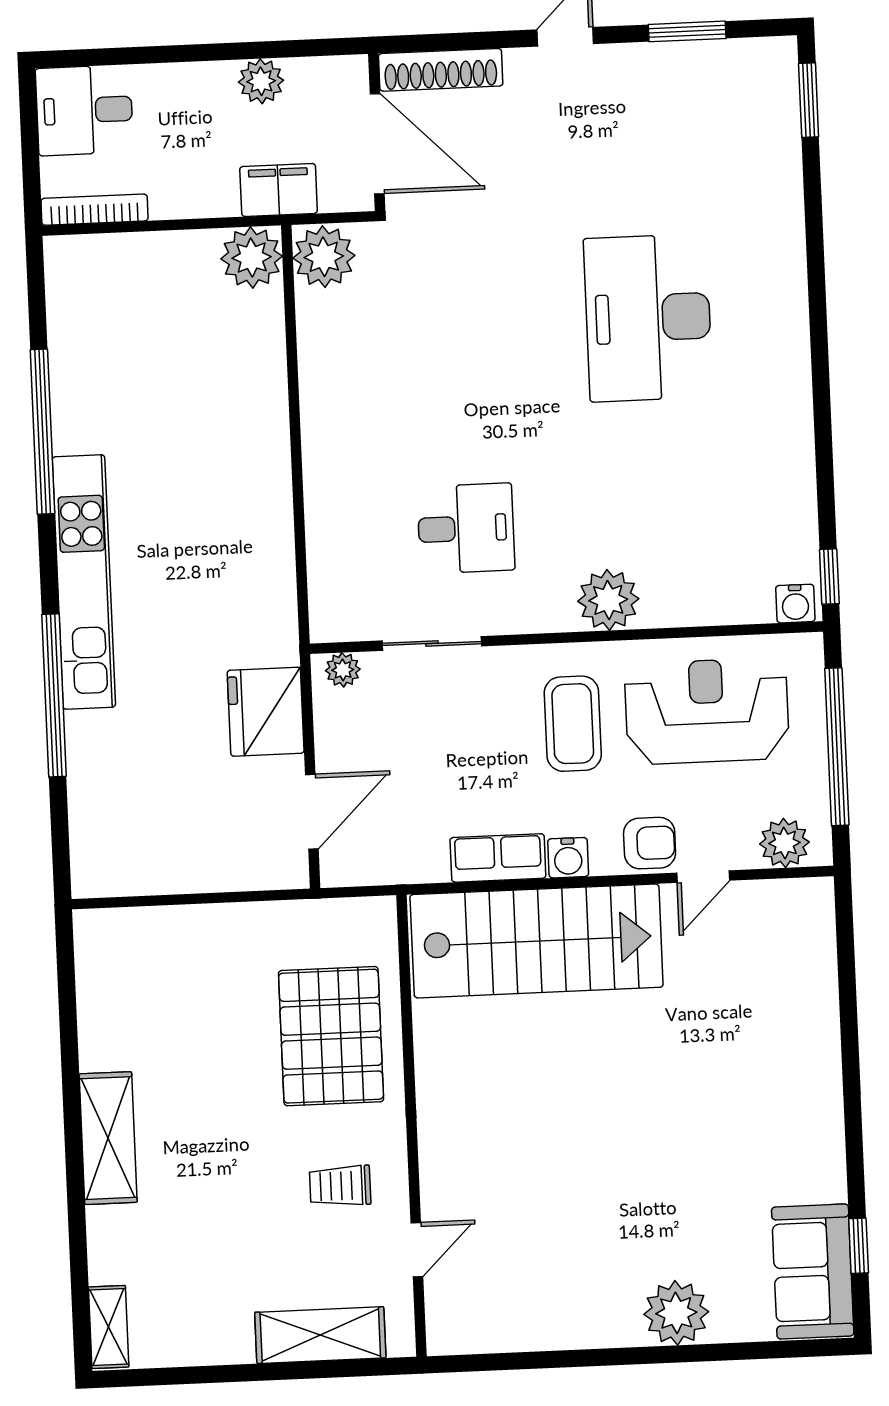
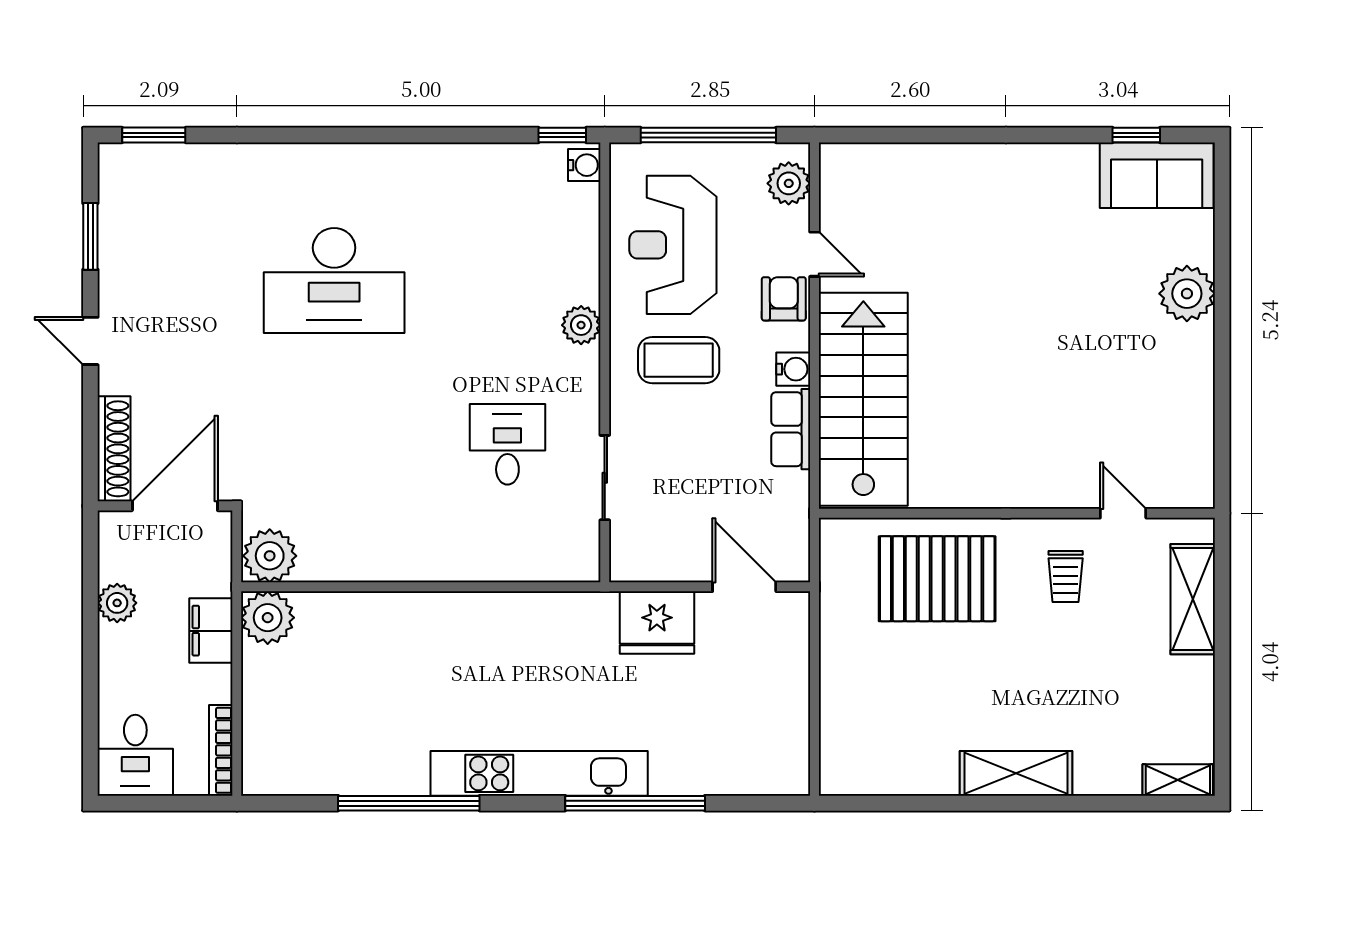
filing cabinet: (279, 190) -> (211, 631), moved
plant: (608, 600) -> (581, 325), width x0.73, depth x0.73
plant: (343, 670) -> (624, 555), removed

